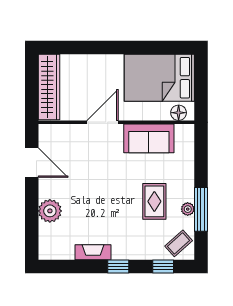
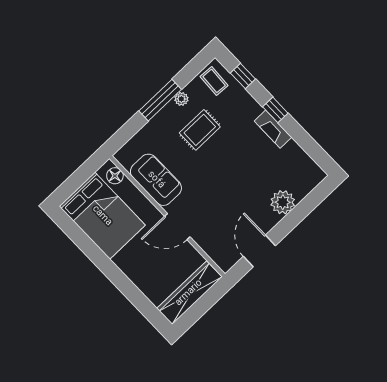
window: (201, 209) -> (160, 100), moved
coffee table: (179, 243) -> (214, 81), turned 45
fireplace: (93, 252) -> (273, 129), moved

